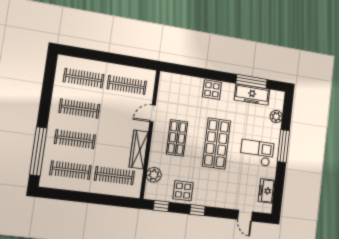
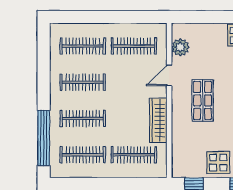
plant: (154, 175) -> (180, 47), moved

